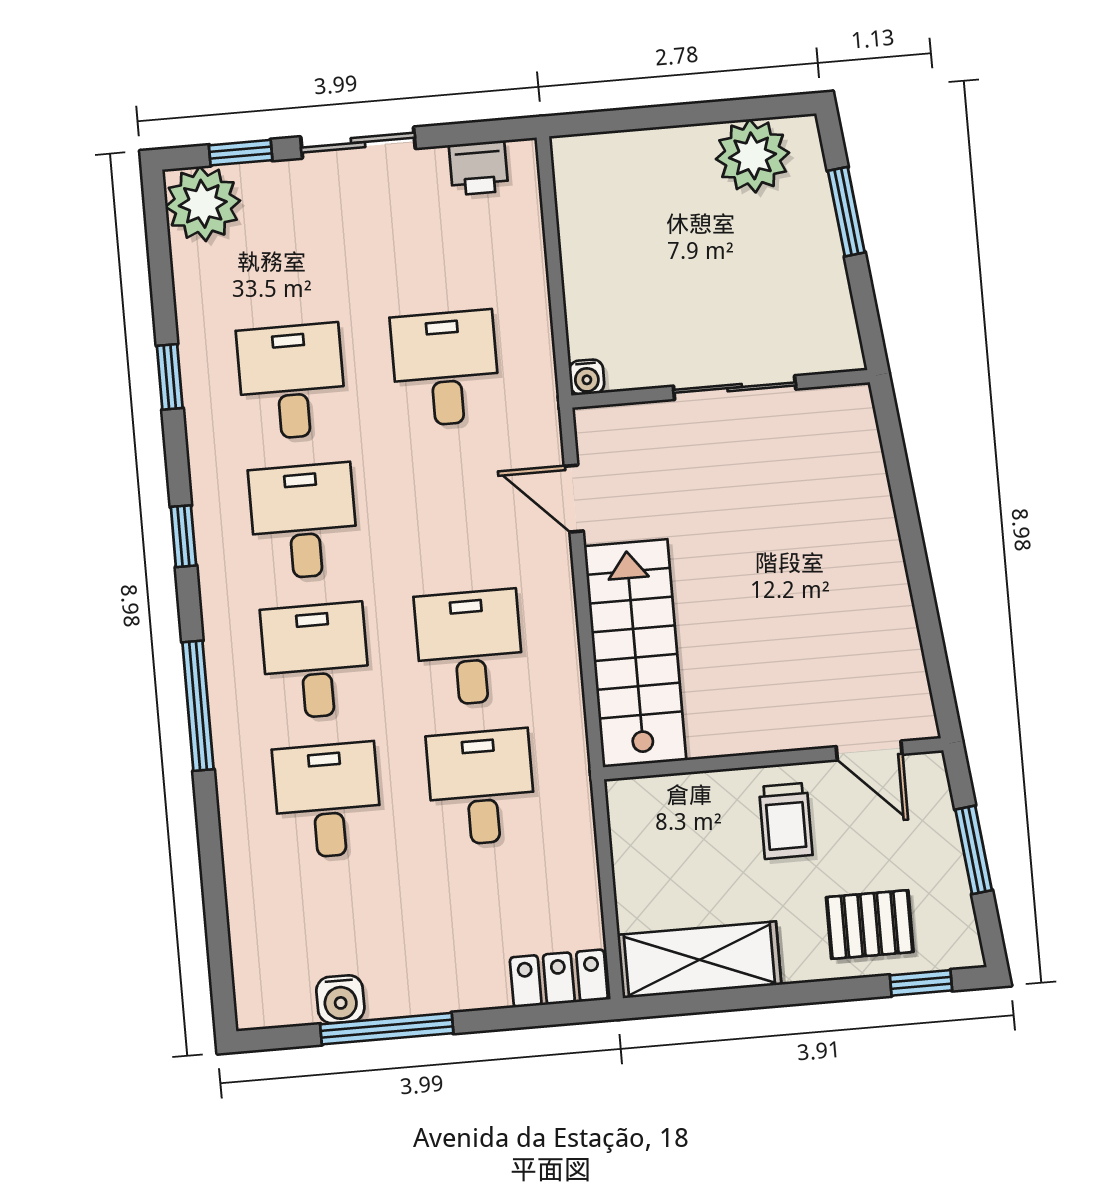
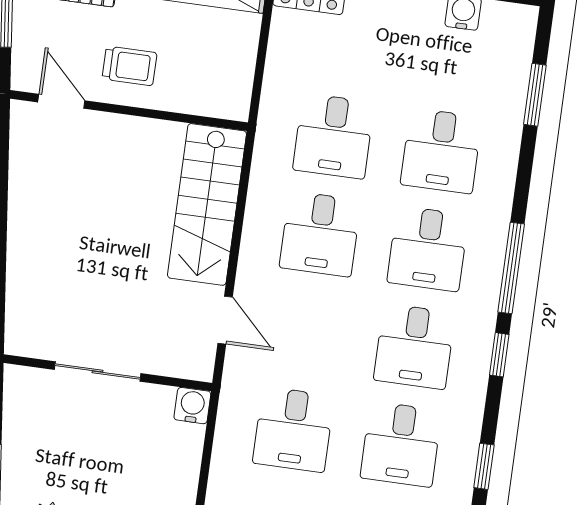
water cooler: (587, 377) -> (192, 406), width x1.38, depth x1.38
window: (198, 706) -> (511, 268), moved
trolley: (786, 821) -> (130, 66), turned 90
window: (215, 907) -> (535, 95), added

